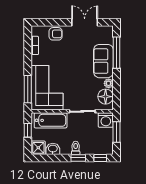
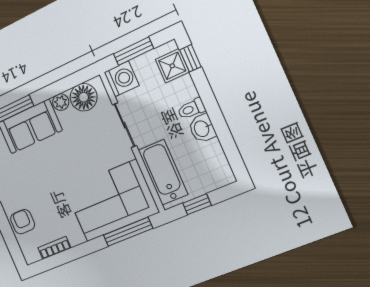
shower: (38, 148) -> (172, 66), moved
washbasin: (53, 149) -> (202, 128), moved
window: (78, 158) -> (207, 96), removed

